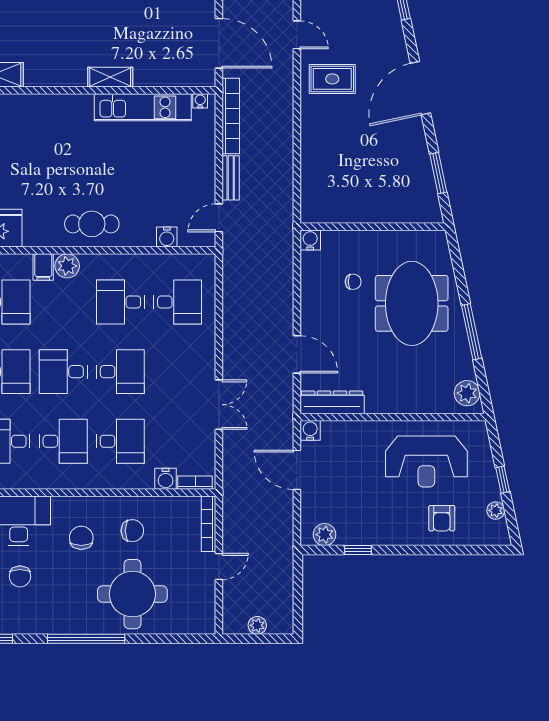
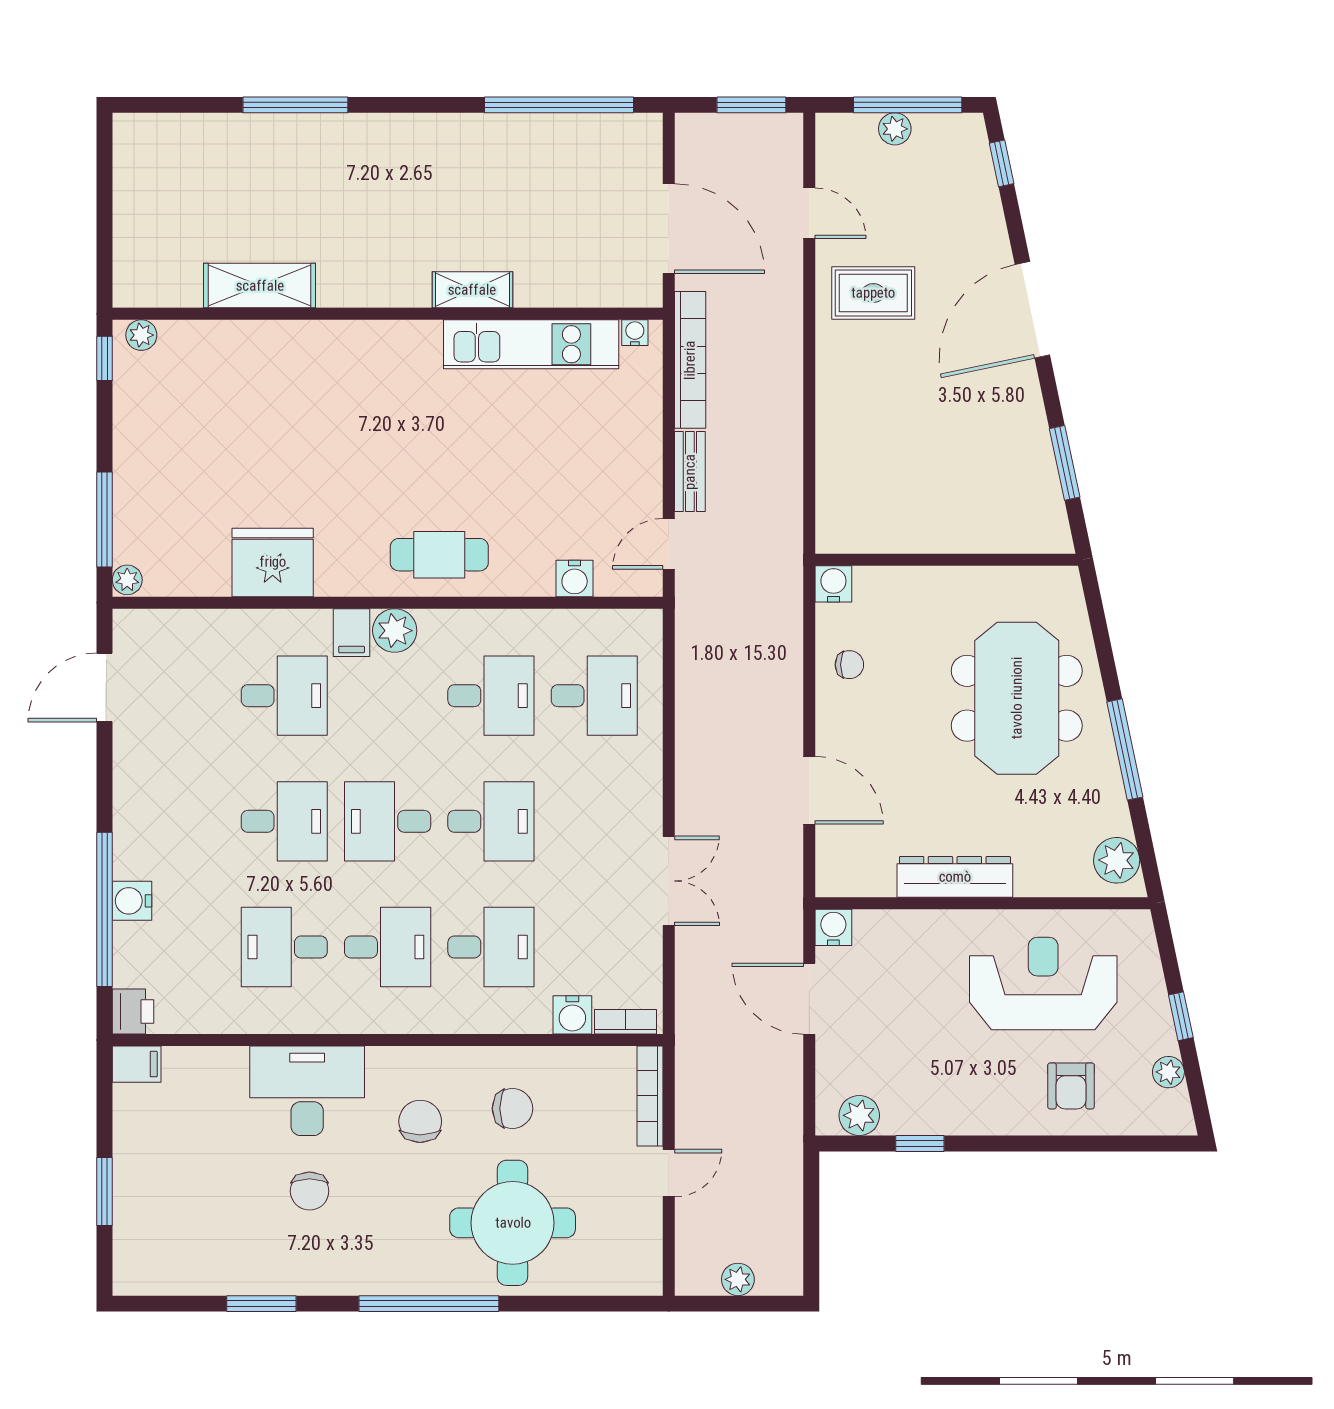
chair: (353, 282) -> (849, 665), moved
desk: (120, 302) -> (491, 696), turned 180
dresser: (332, 402) -> (955, 877), moved
reception desk: (426, 461) -> (1043, 983), turned 180

